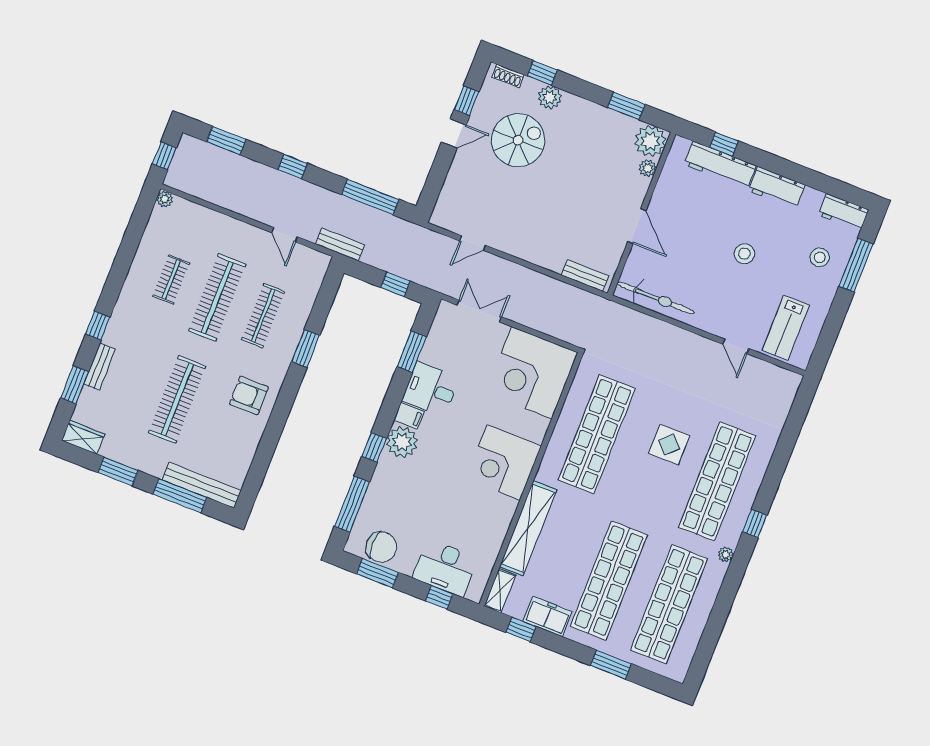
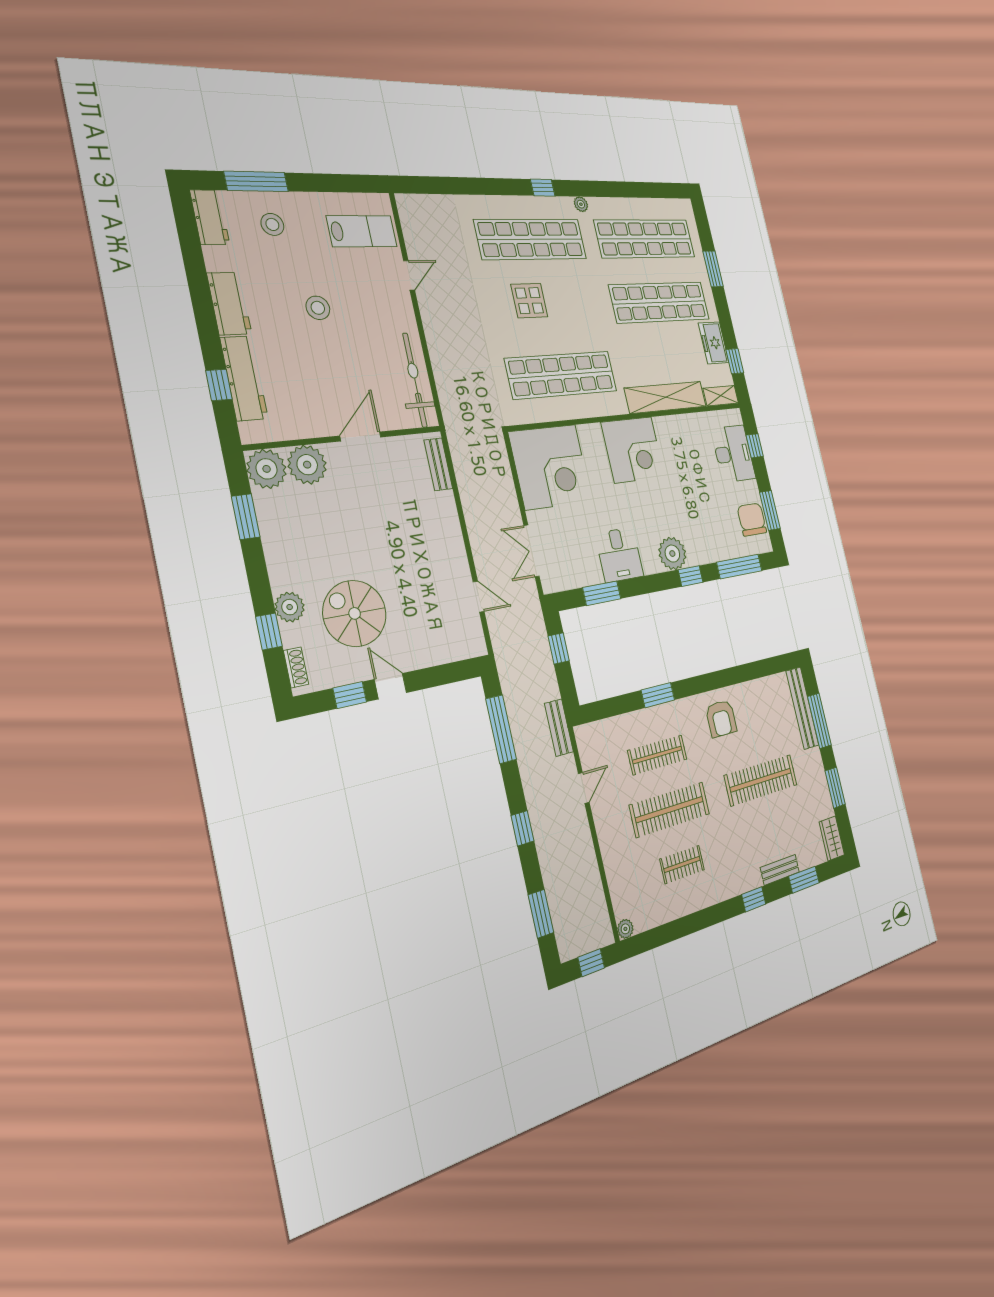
plant: (648, 168) -> (307, 465), width x1.87, depth x1.87
filing cabinet: (409, 416) -> (650, 561), removed

